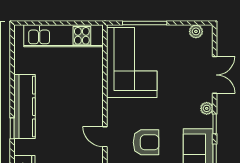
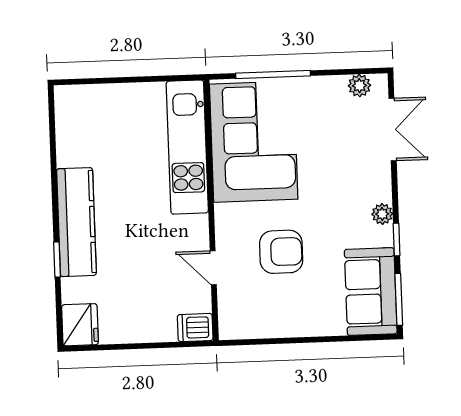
kitchen unit: (64, 36) -> (187, 147), moved, turned 90
double door: (215, 75) -> (393, 130), moved
armchair: (146, 142) -> (281, 252), moved

